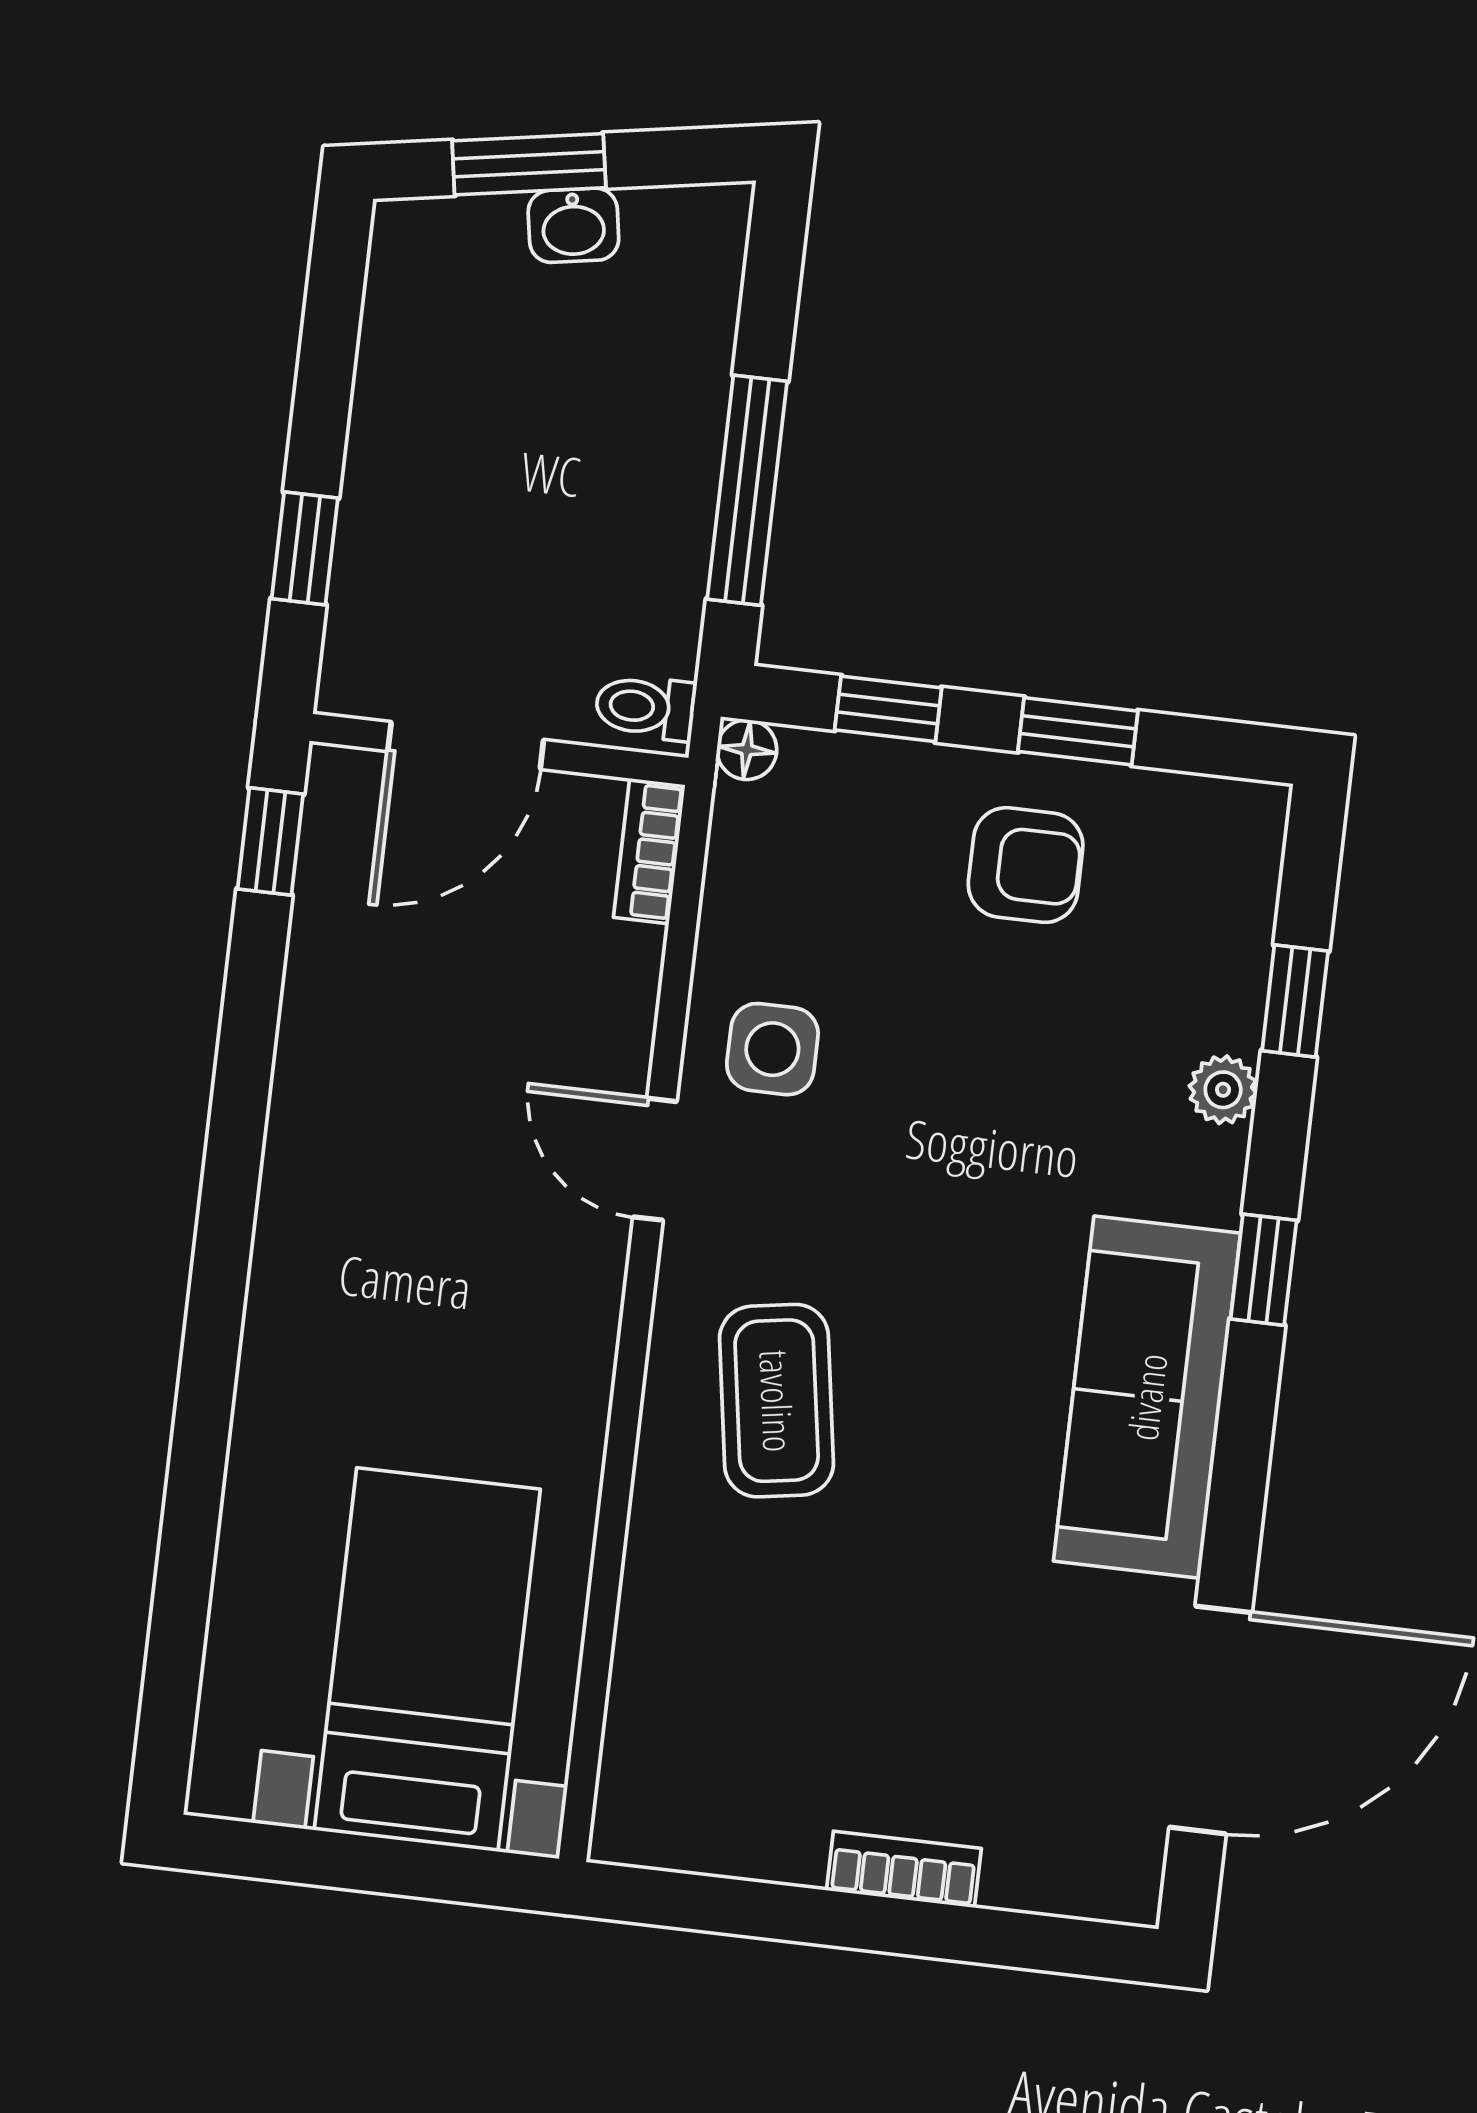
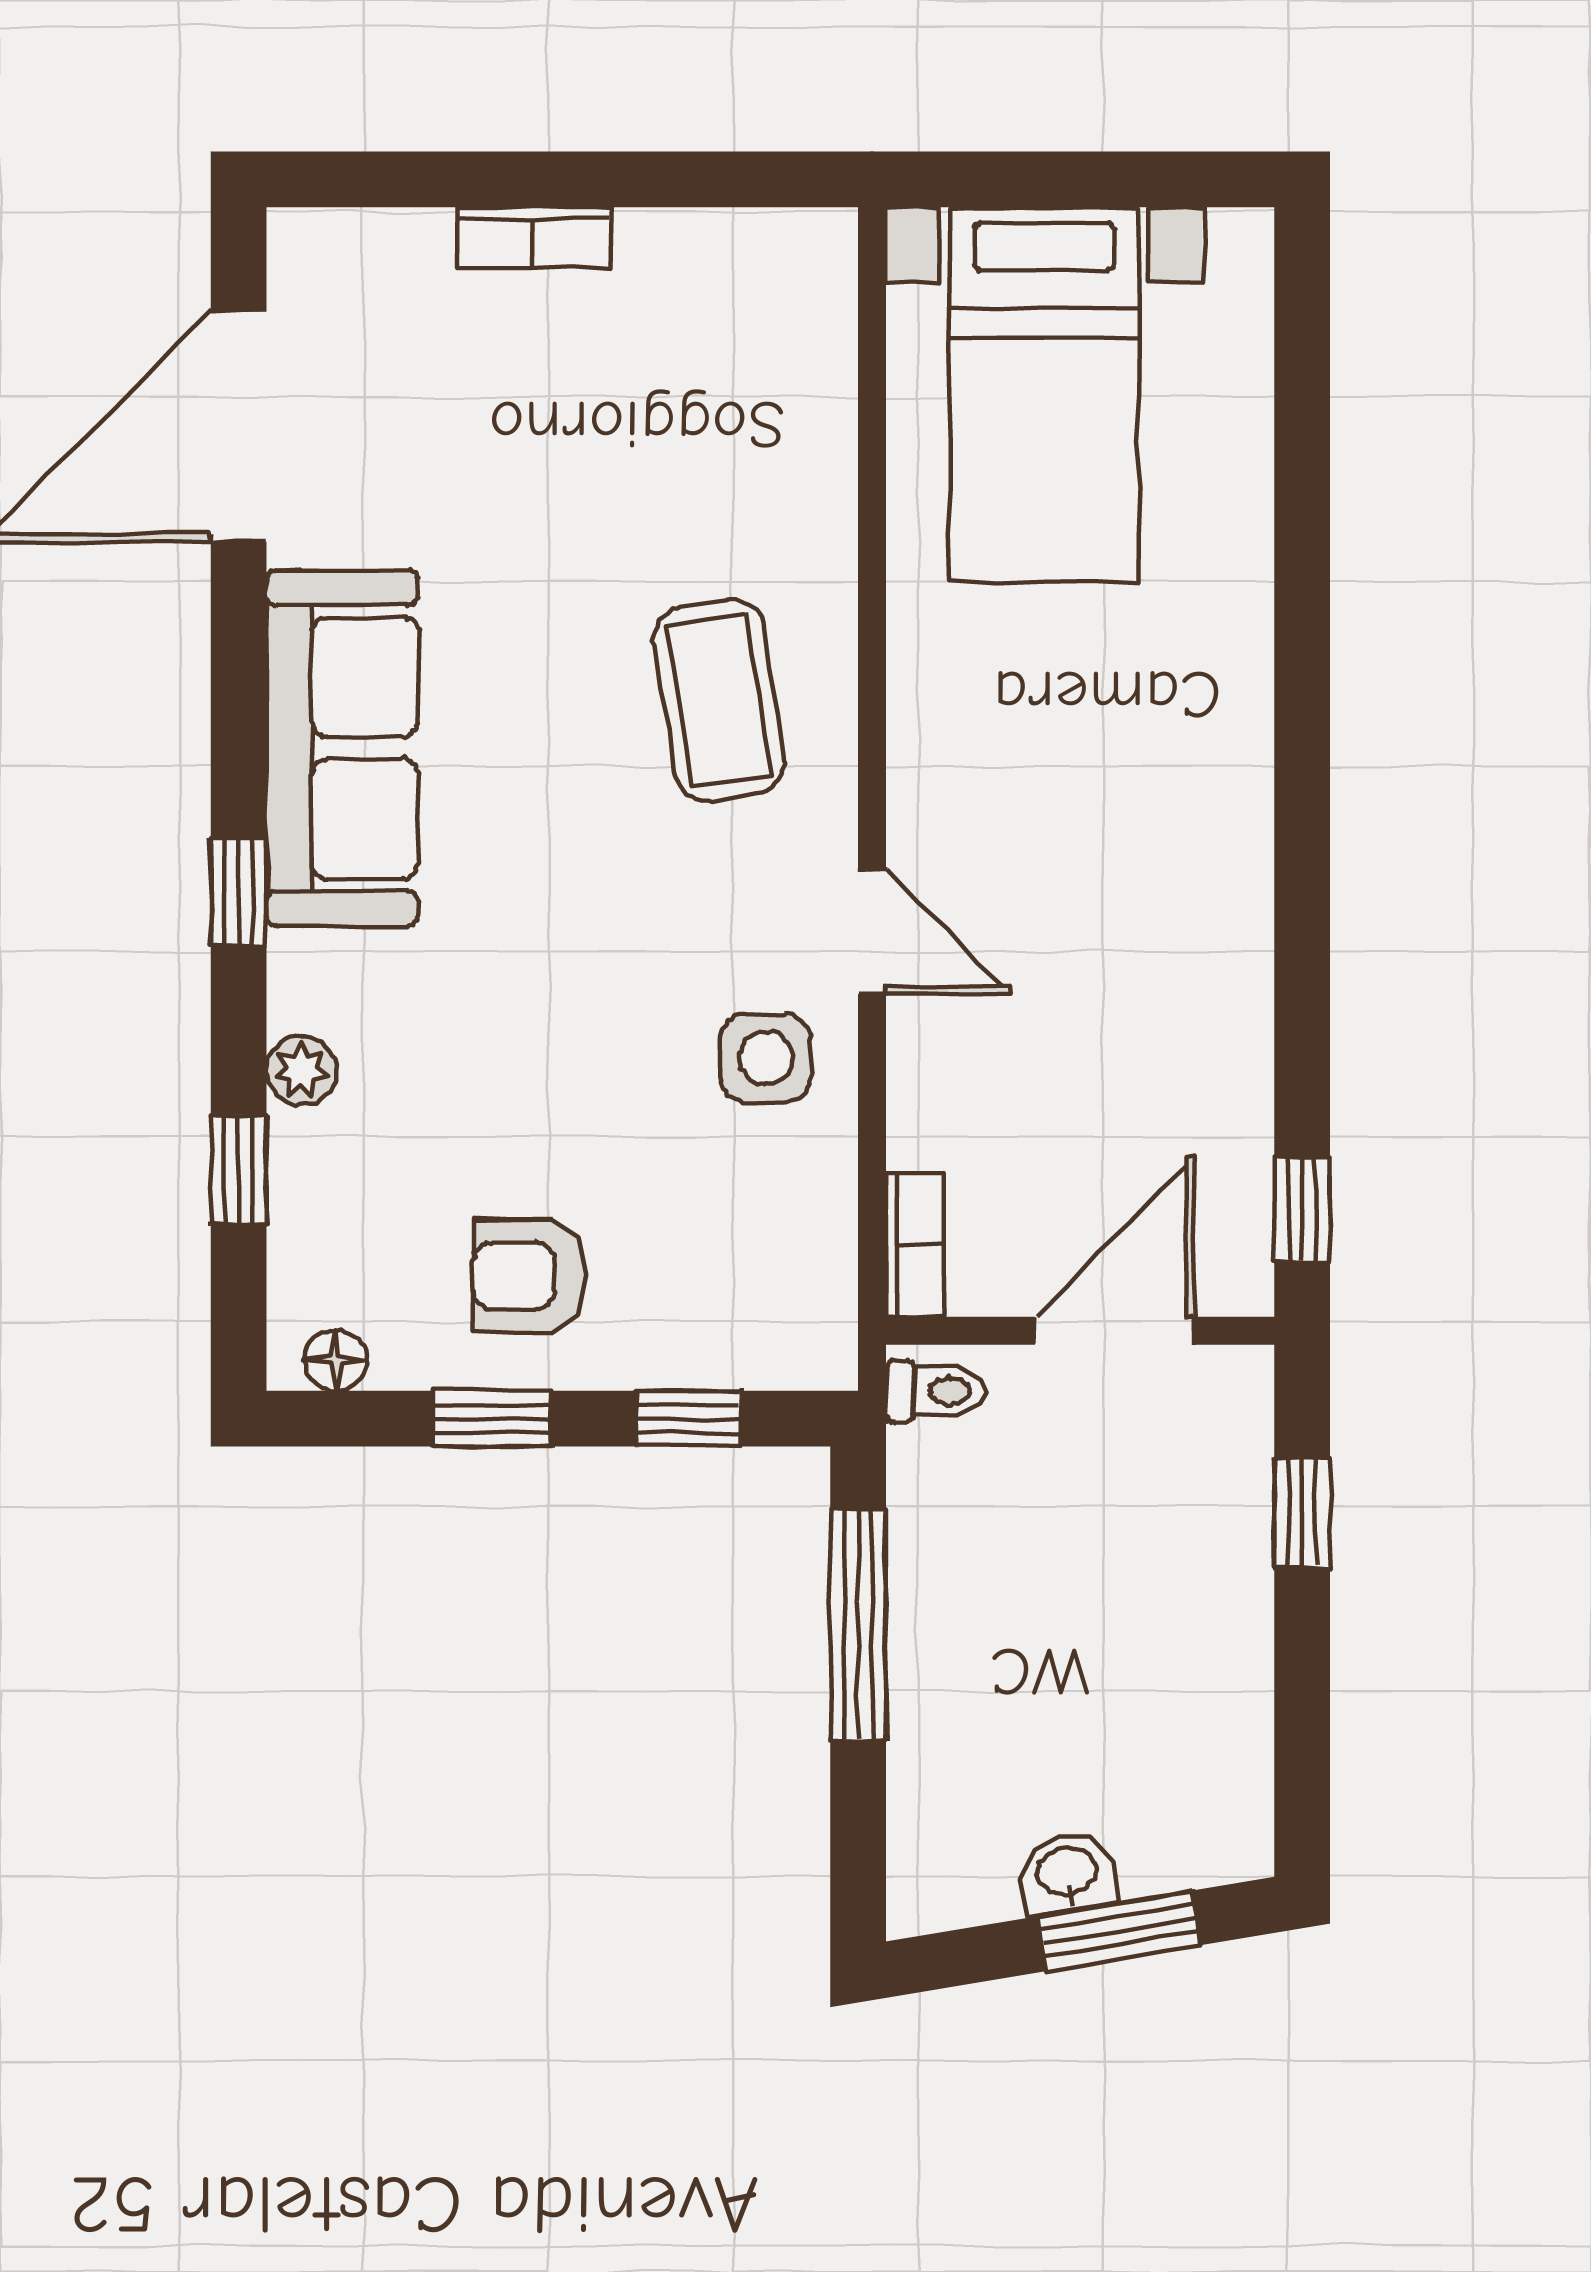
floor lamp: (747, 750) -> (336, 1360), moved

